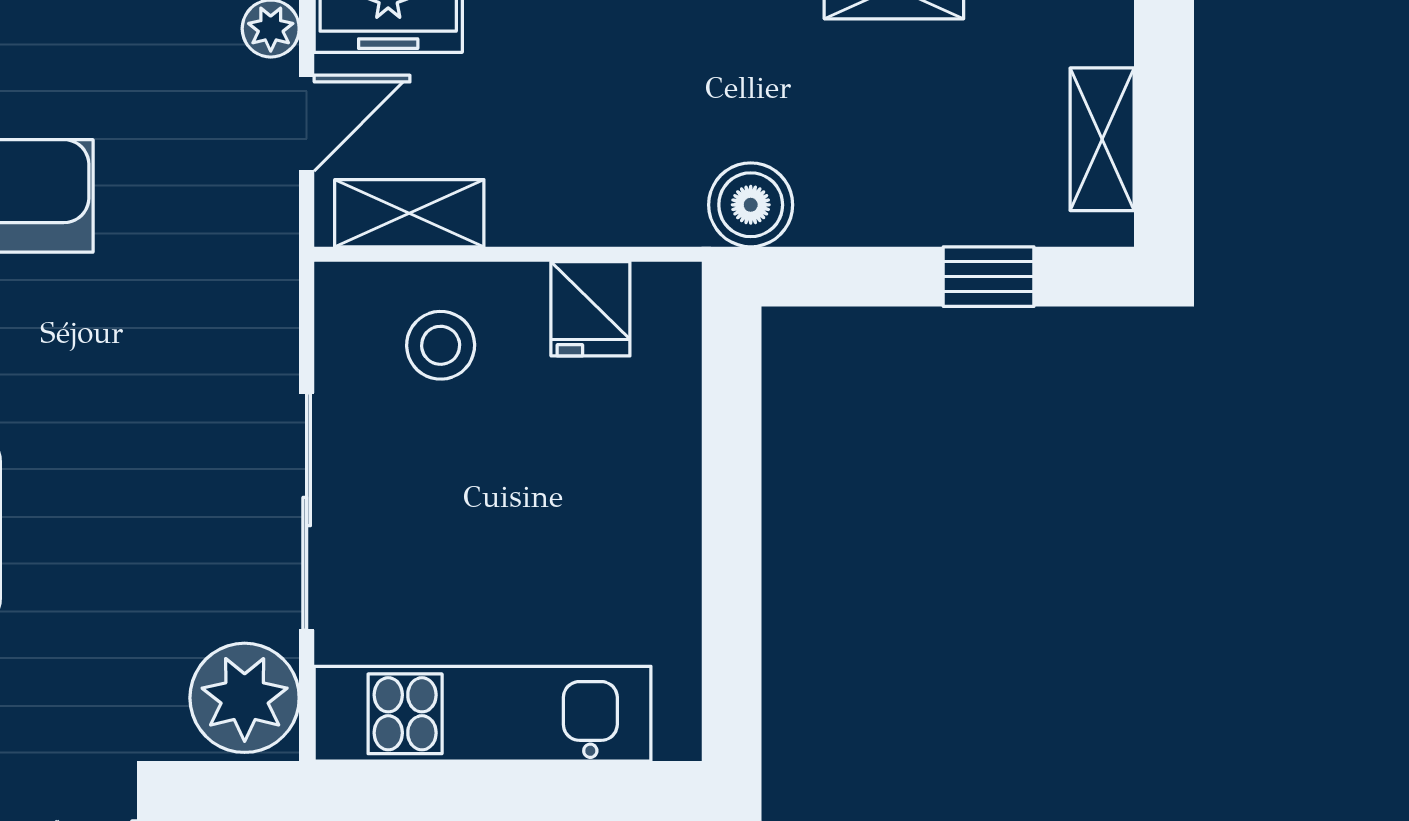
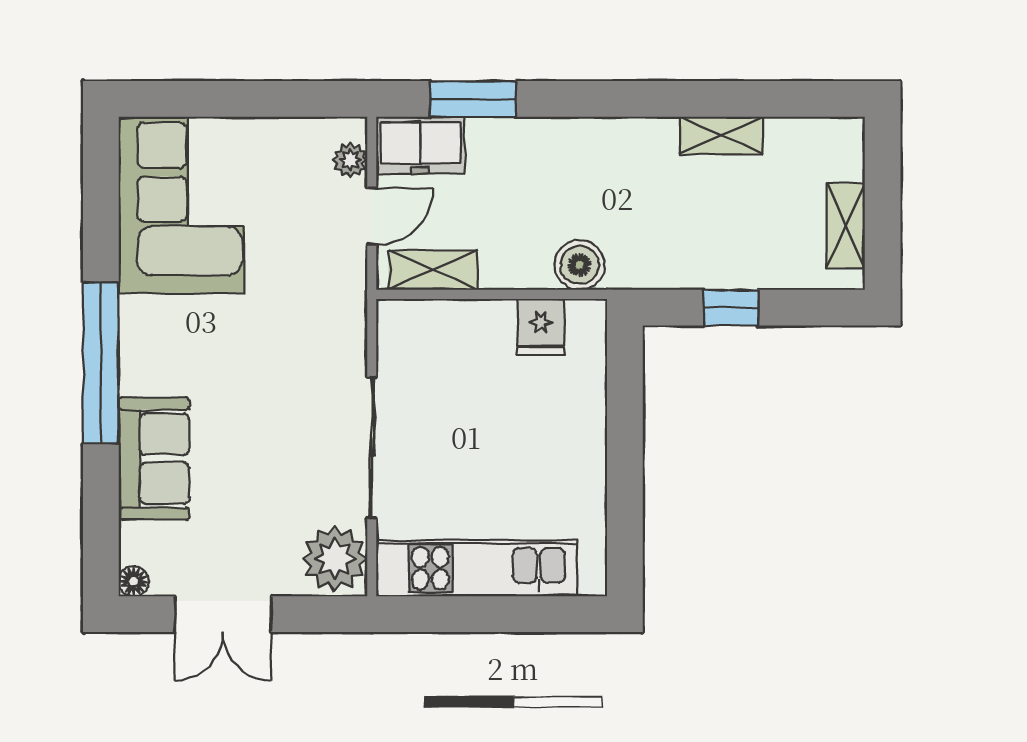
boiler: (751, 205) -> (580, 265), moved
window: (989, 277) -> (731, 308), moved
stool: (441, 345) -> (452, 349), removed

